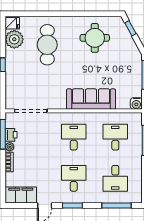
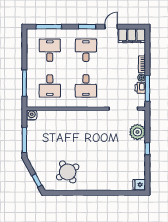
round table: (95, 38) -> (68, 172), turned -32
plant: (14, 39) -> (137, 132), moved
cafe table: (47, 45) -> (109, 166), removed
sofa: (91, 99) -> (71, 119), removed
desk: (74, 178) -> (86, 50), turned 180

